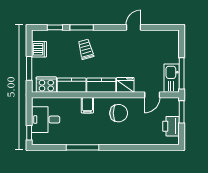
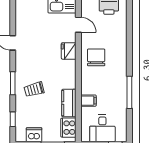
window: (82, 27) -> (13, 83), moved
kitchen counter: (101, 85) -> (69, 74), removed
filing cabinet: (87, 105) -> (88, 101), moved

